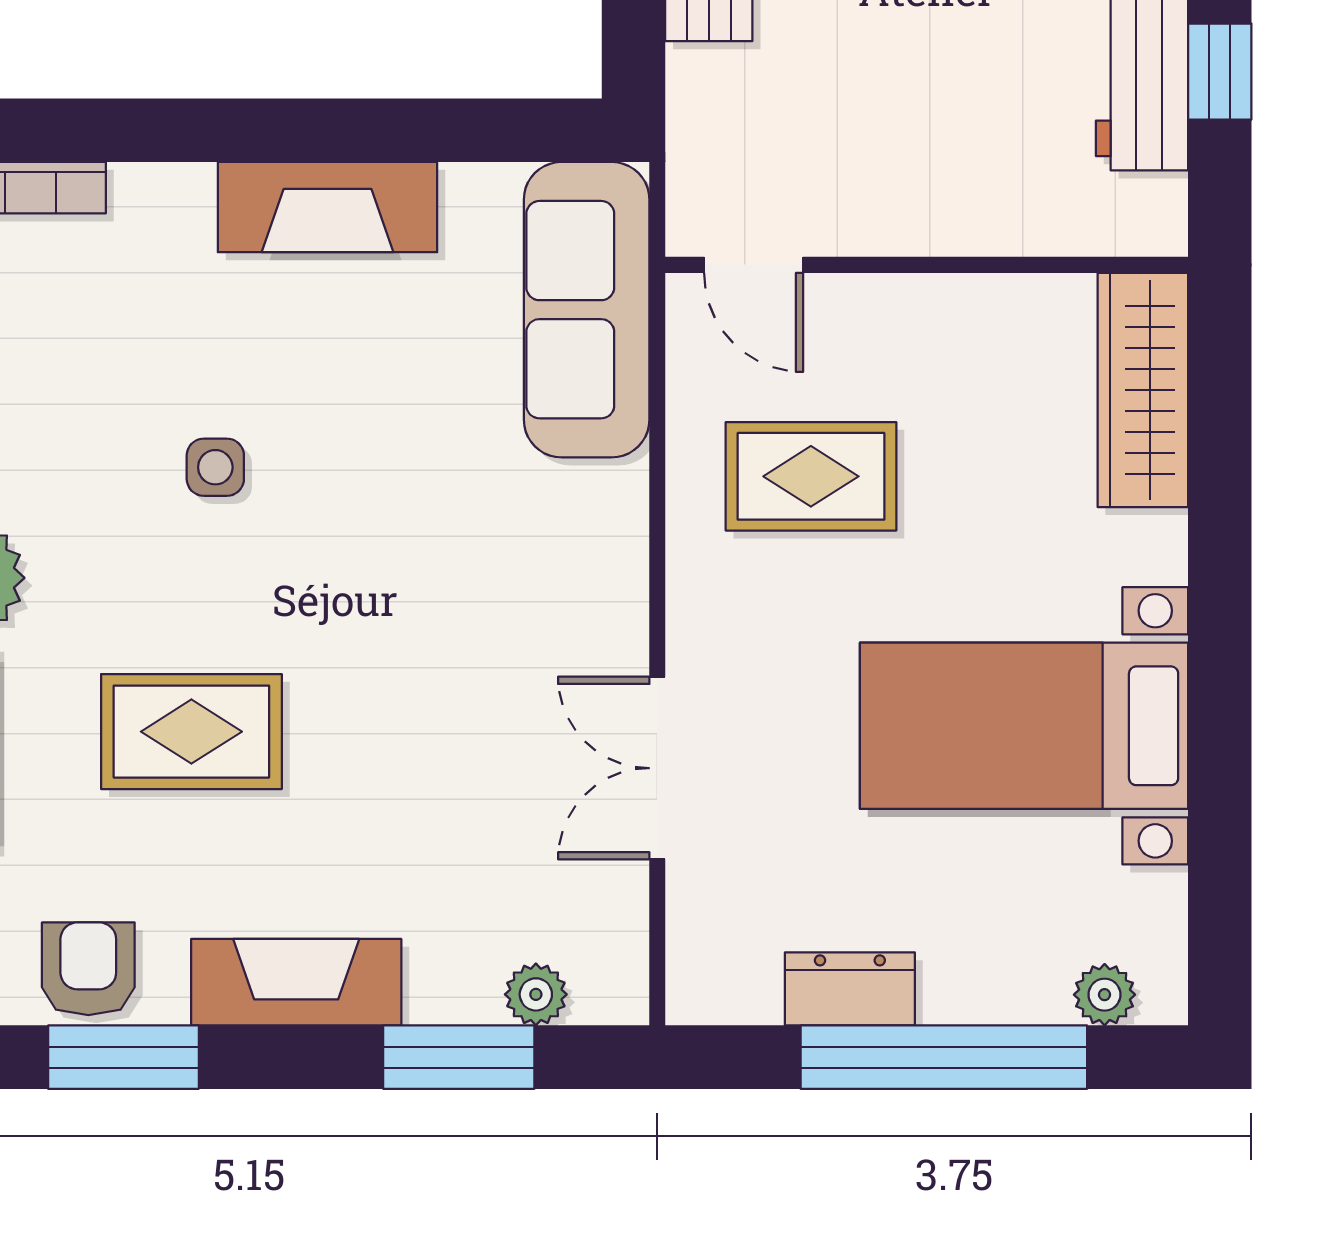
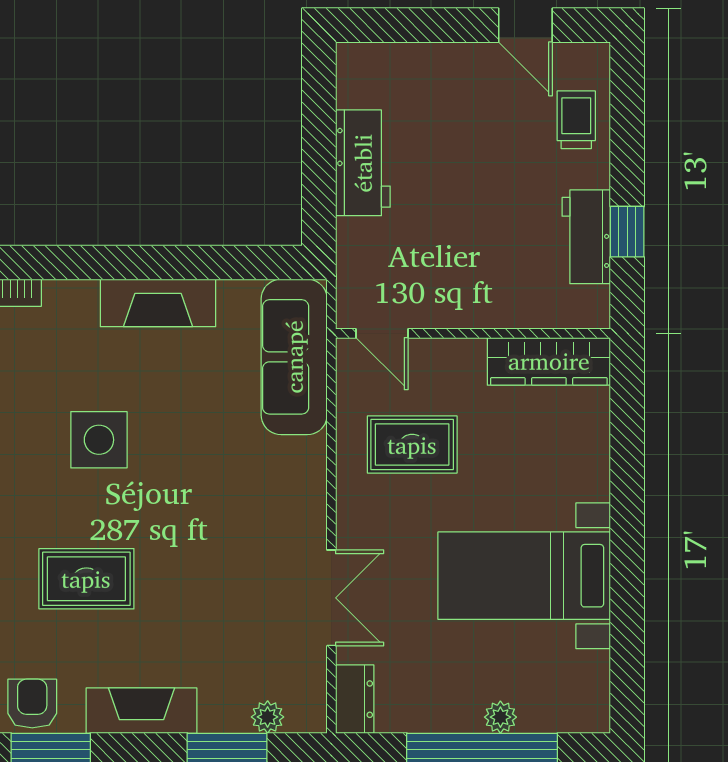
wardrobe: (1143, 390) -> (549, 361), moved, turned -90
side table: (215, 467) -> (99, 440), width x1.87, depth x1.87
double door: (657, 768) -> (331, 598), swing flipped
dresser: (850, 989) -> (355, 699), moved, turned 90
plant: (1105, 995) -> (500, 717), moved

